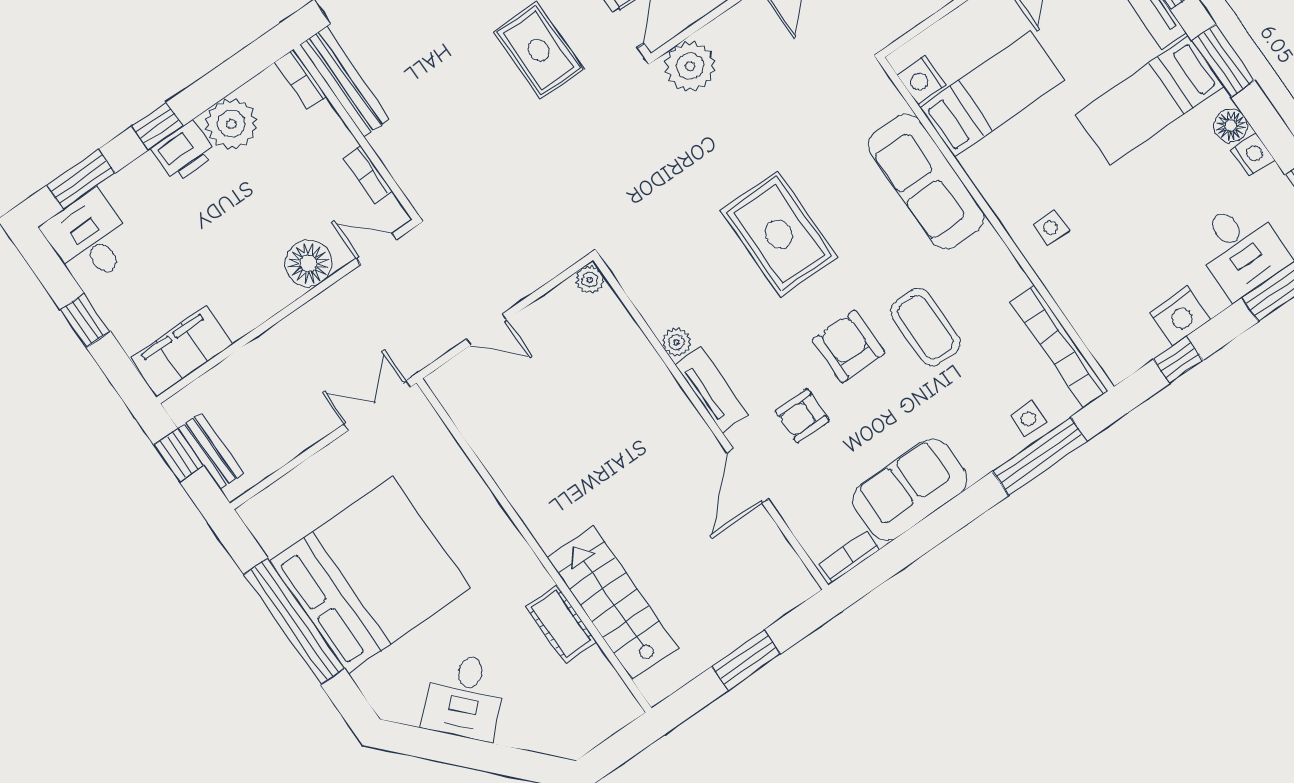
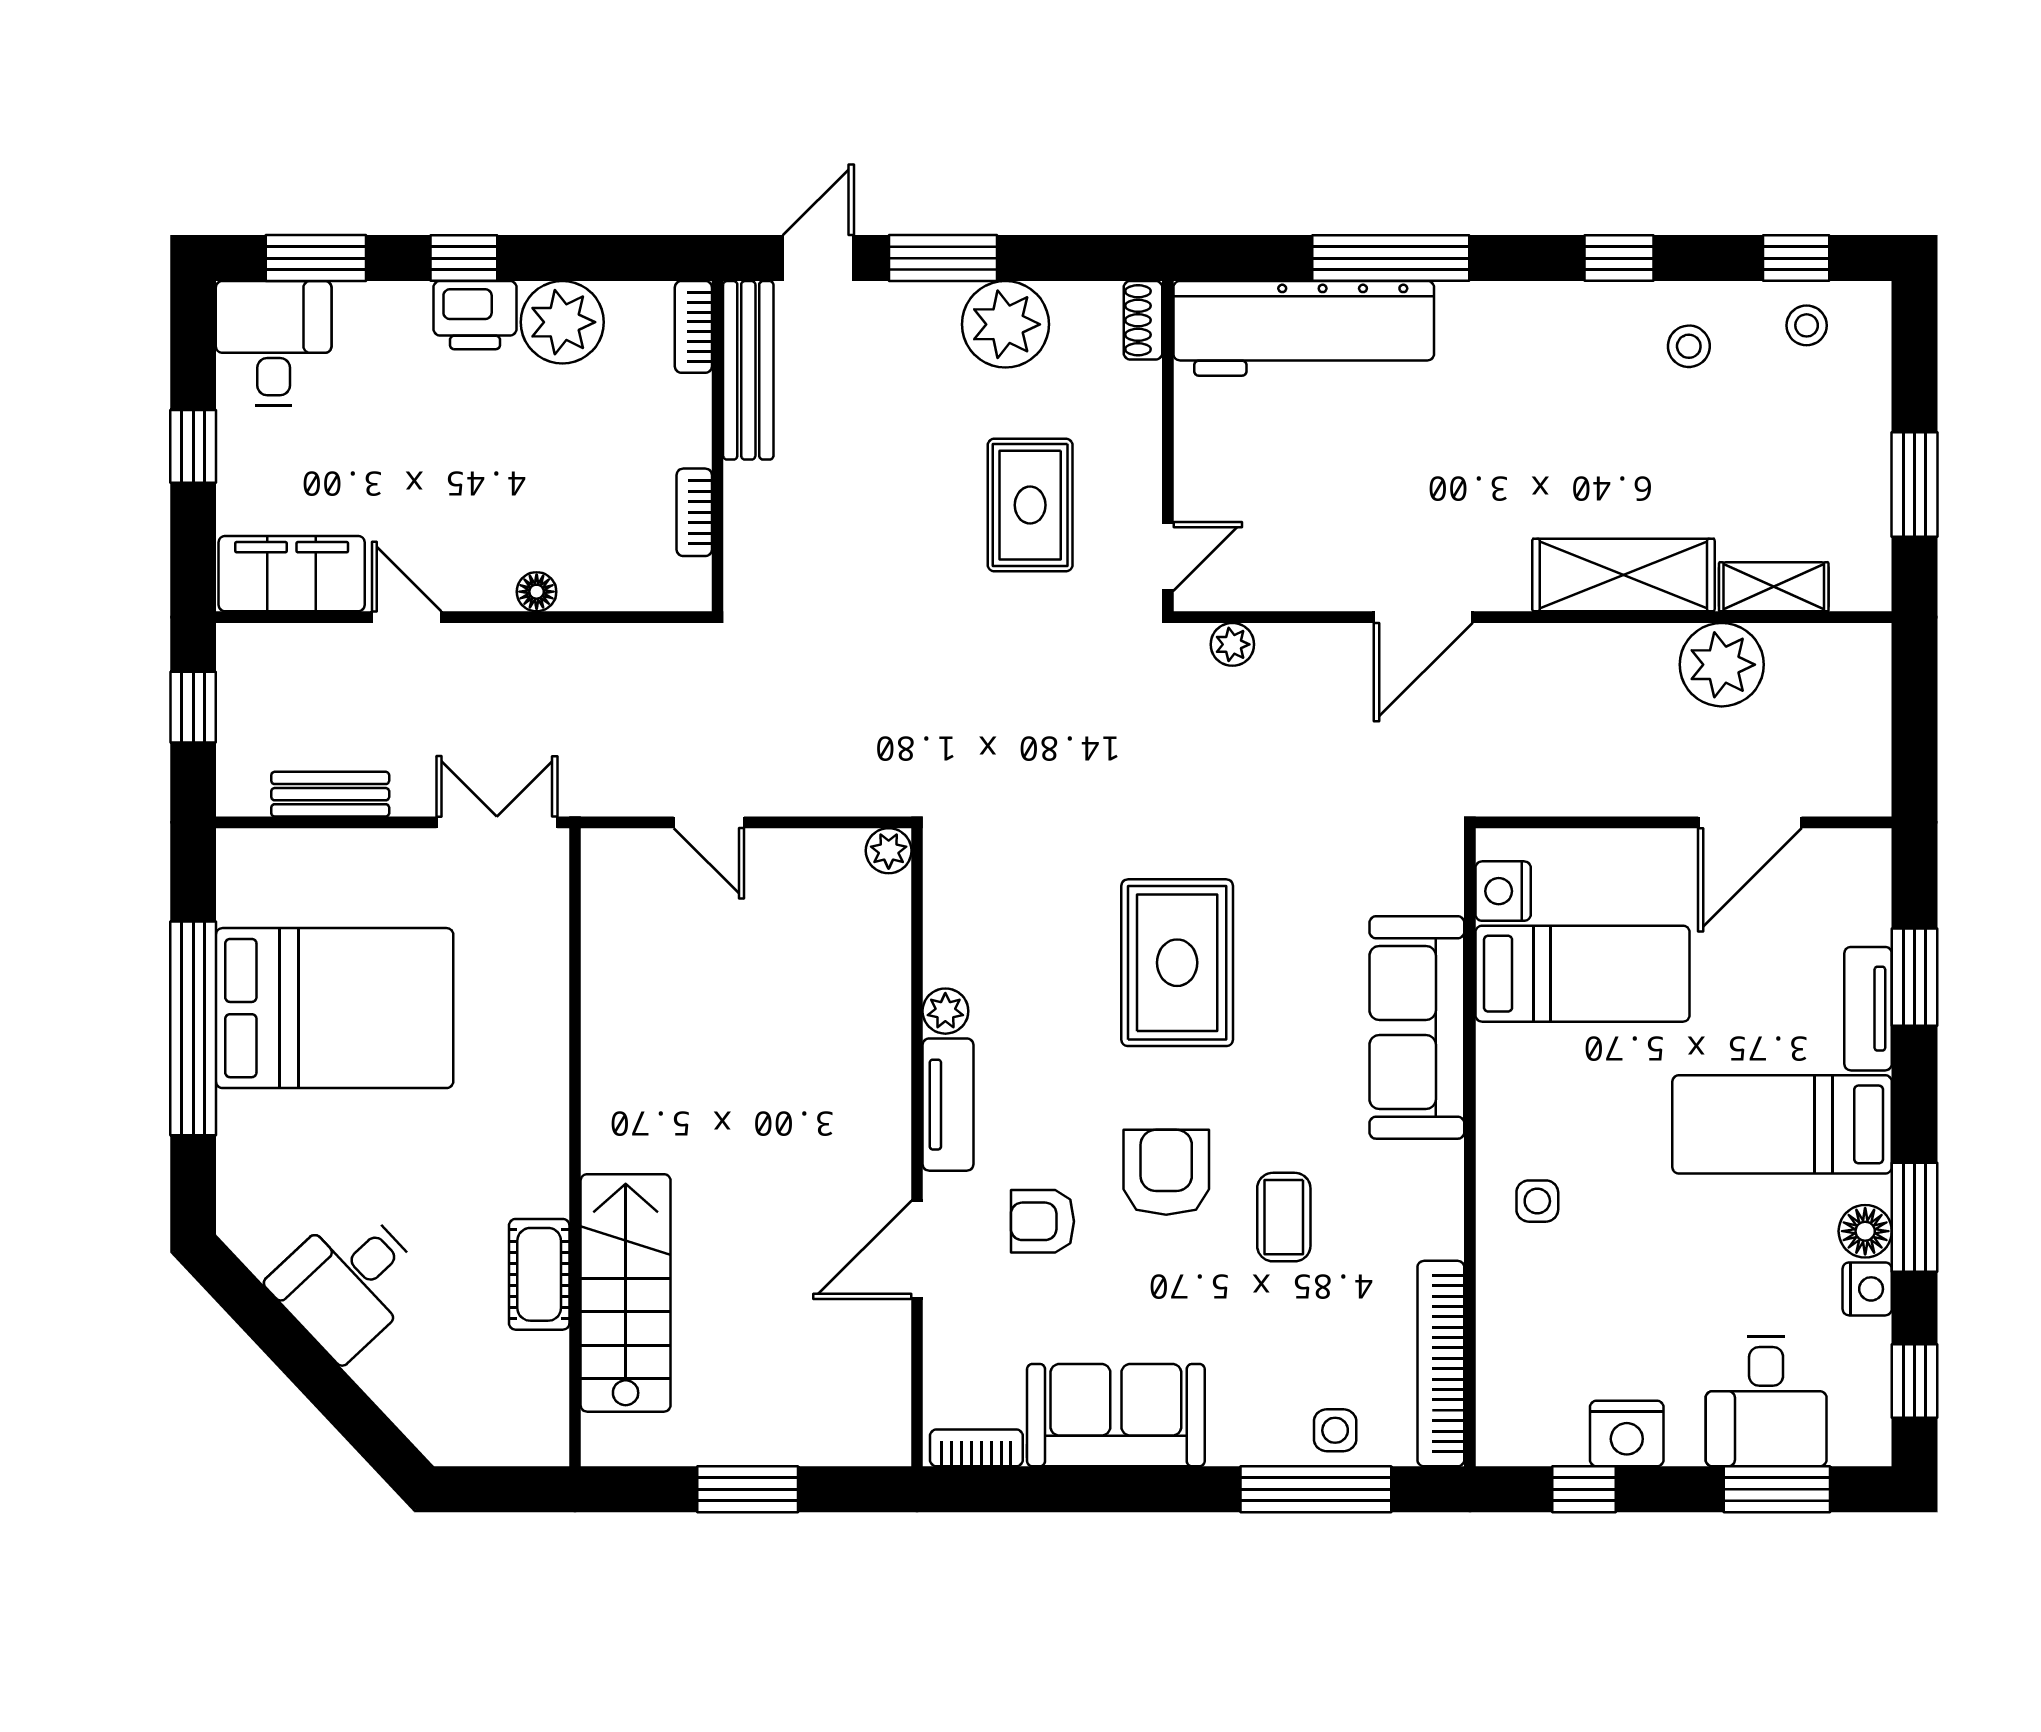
window: (1223, 60) -> (1914, 1217), moved
plant: (690, 66) -> (1232, 644), width x0.53, depth x0.53
door: (376, 249) -> (407, 617), moved
floor lamp: (308, 263) -> (537, 592), width x0.53, depth x0.53
coffee table: (925, 327) -> (1284, 1217), width x0.73, depth x0.77
bench: (211, 451) -> (330, 794), moved, turned 90
bed: (370, 575) -> (335, 1008), width x0.73

